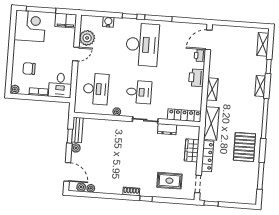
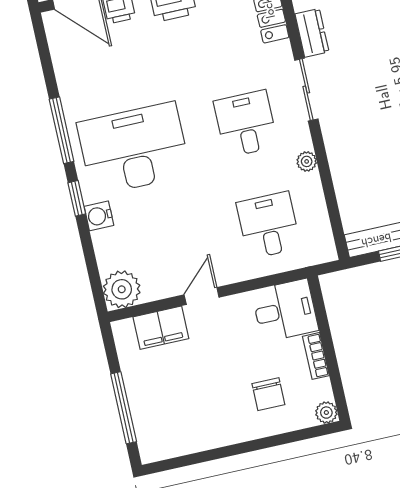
filing cabinet: (66, 21) -> (161, 328), moved, turned 90
water cooler: (108, 22) -> (99, 216), moved
corner desk: (30, 26) -> (169, 422), removed
plant: (87, 38) -> (122, 289), moved
door: (76, 54) -> (202, 296), hinge flipped
desk: (96, 89) -> (269, 225), width x0.73

